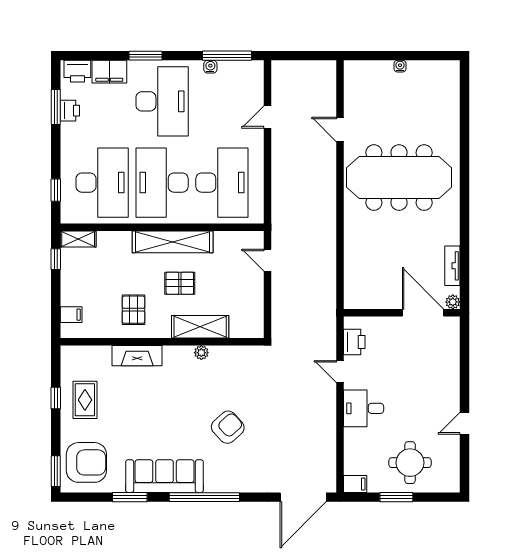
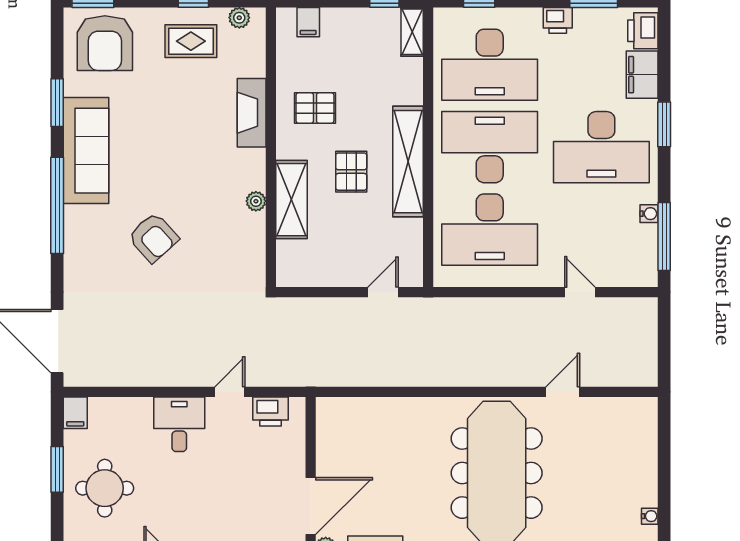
water cooler: (400, 66) -> (650, 516), moved
printer: (70, 111) -> (558, 20), moved
plant: (68, 365) -> (239, 18), added

